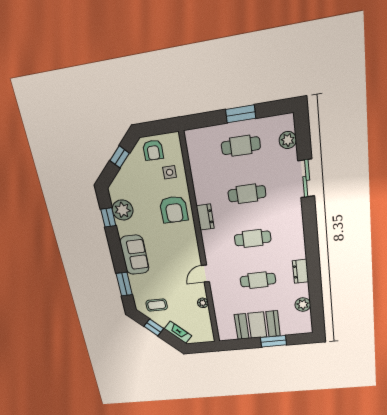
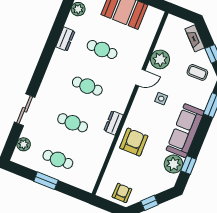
side table: (170, 172) -> (161, 99), moved
sofa: (134, 255) -> (185, 131), width x1.36
plant: (203, 303) -> (160, 59), width x1.88, depth x1.88

